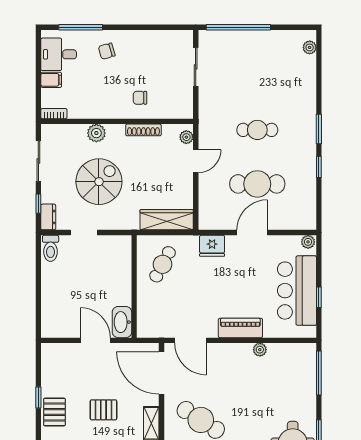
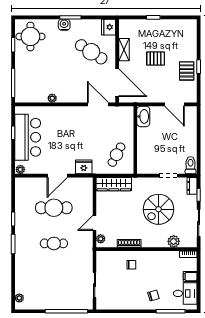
plant: (96, 133) -> (174, 241), moved
piano: (240, 328) -> (65, 113), removed
door: (95, 340) -> (175, 104), moved
pallet: (54, 412) -> (187, 71), moved

